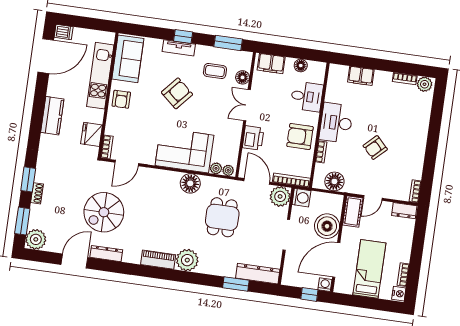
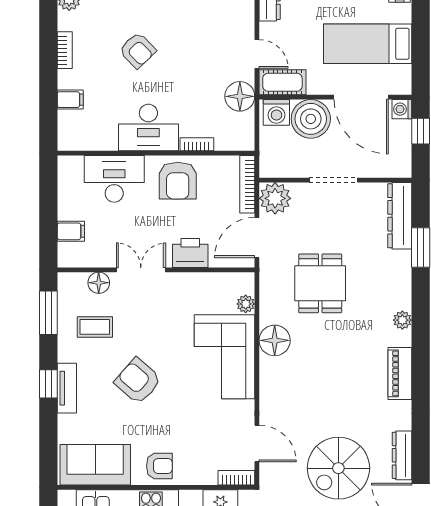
filing cabinet: (271, 64) -> (71, 231), width x0.50
floor lamp: (301, 66) -> (67, 195), removed
coffee table: (215, 71) -> (95, 327), turned 90
filing cabinet: (361, 76) -> (70, 100), width x0.50
bookcase: (405, 79) -> (65, 50), moved
desk: (307, 97) -> (114, 179), width x1.37
double door: (247, 105) -> (141, 270), swing flipped
armchair: (375, 148) -> (137, 50), moved
plant: (228, 170) -> (246, 285), removed
floor lamp: (334, 181) -> (240, 96), moved
washing machine: (301, 198) -> (276, 112), moved, turned 180
spiral stairs: (104, 212) -> (338, 468), turned 90
dining table: (222, 217) -> (320, 283), turned 90
plant: (187, 260) -> (402, 320), width x0.53, depth x0.53

